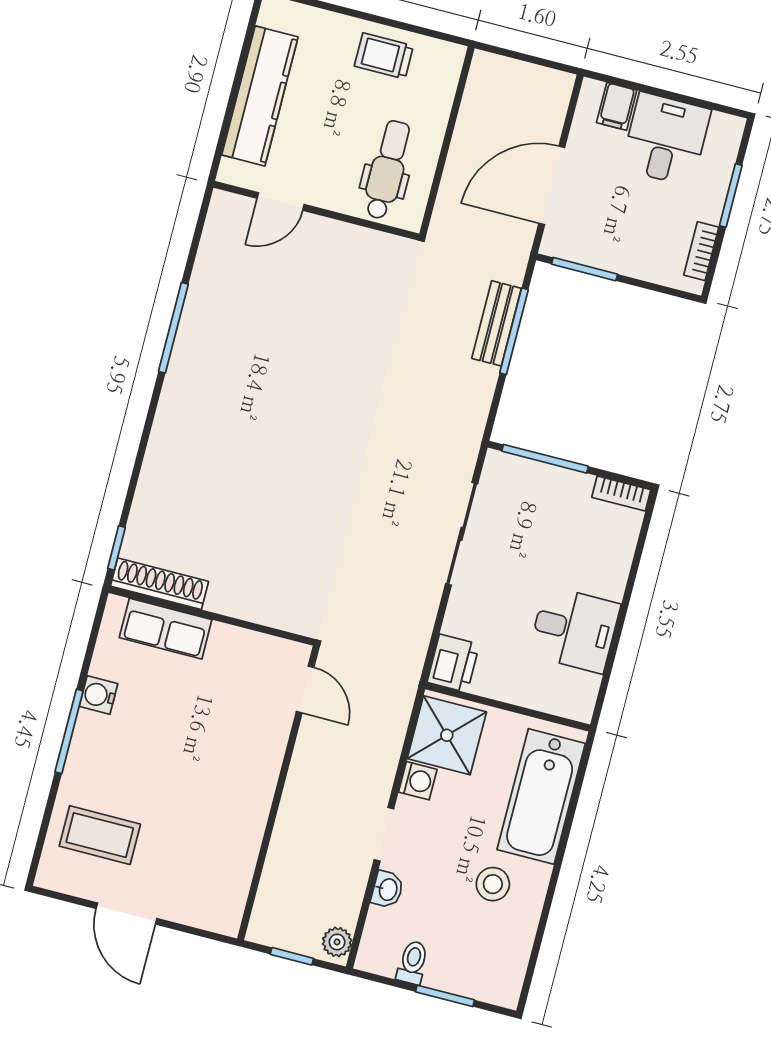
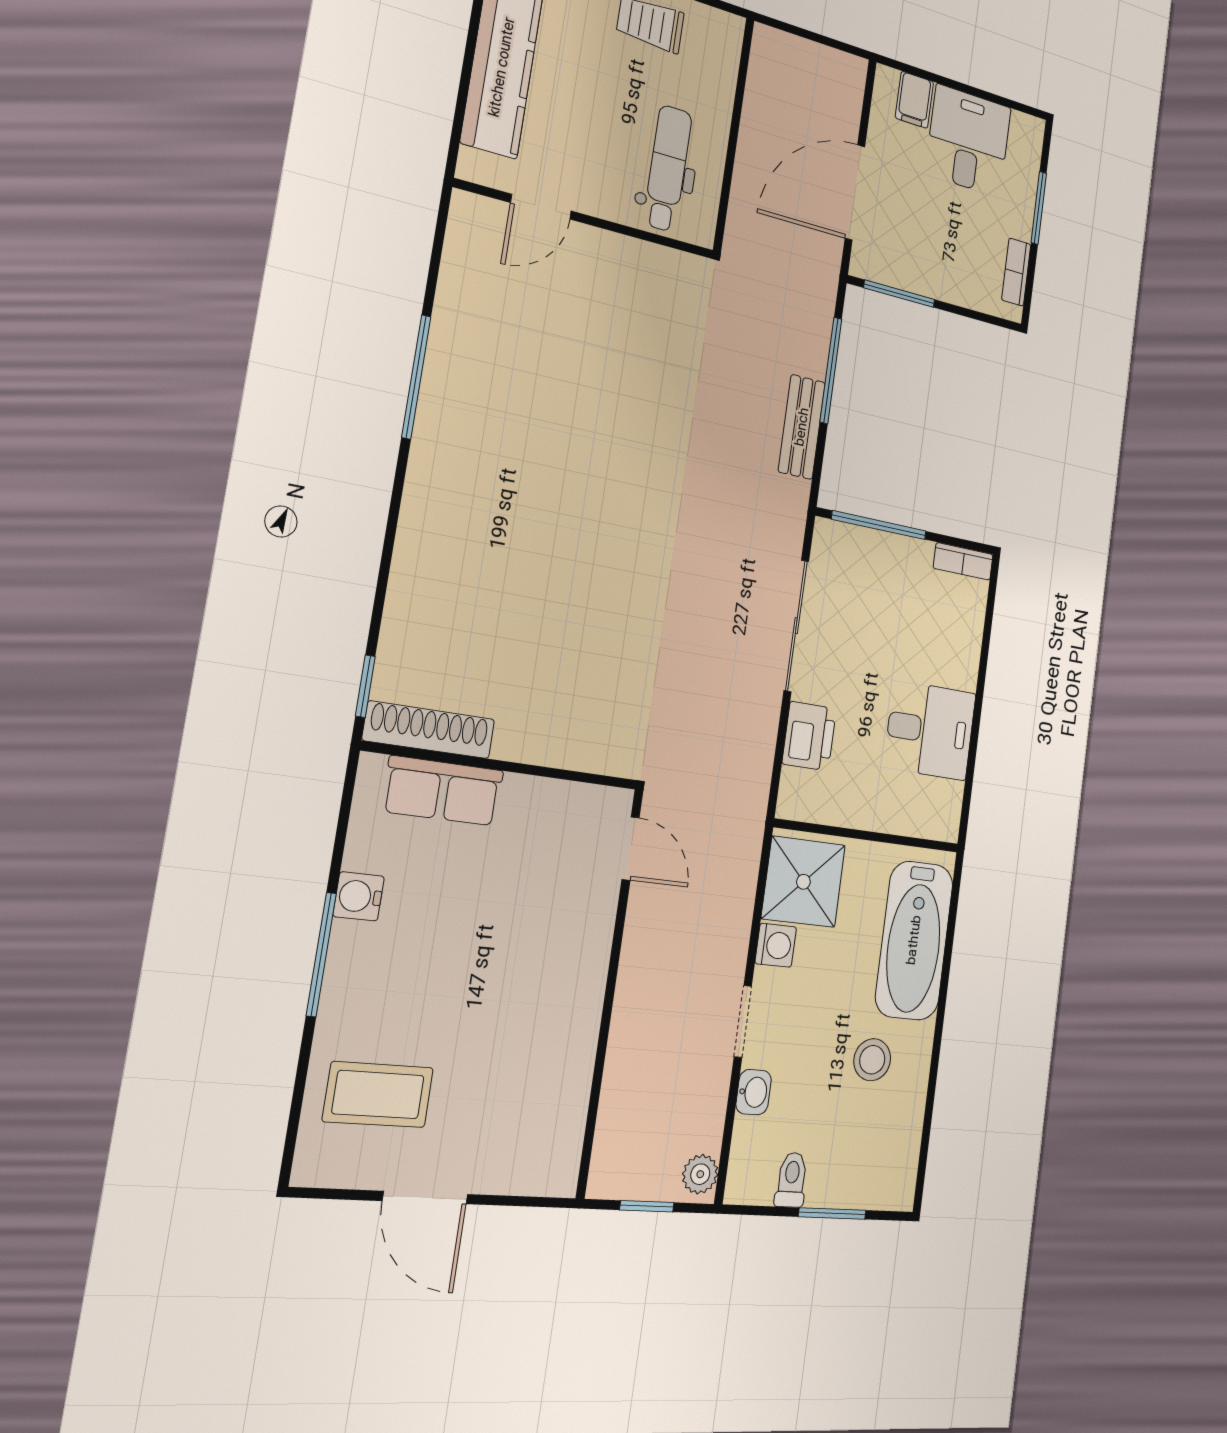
bench: (497, 323) -> (802, 427), moved
printer: (453, 663) -> (809, 736), moved

